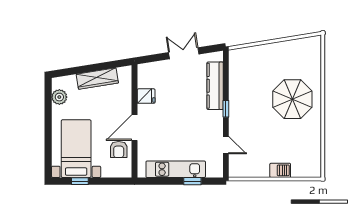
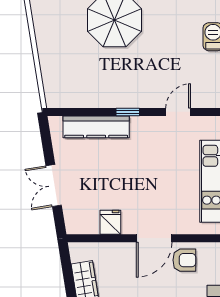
double door: (184, 53) -> (54, 186), moved
door: (135, 128) -> (154, 238), hinge flipped

